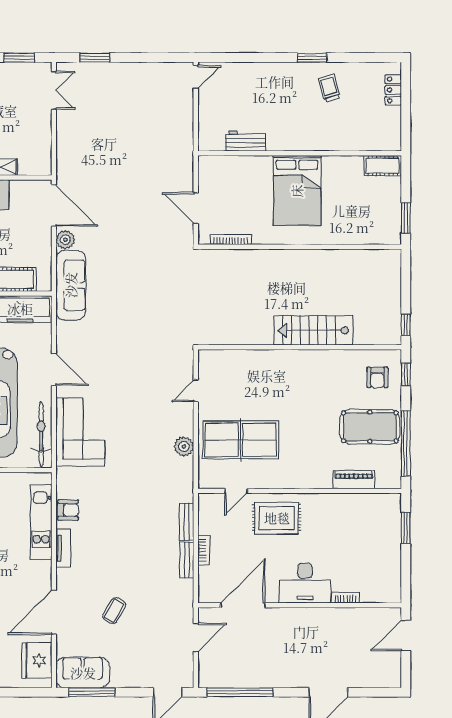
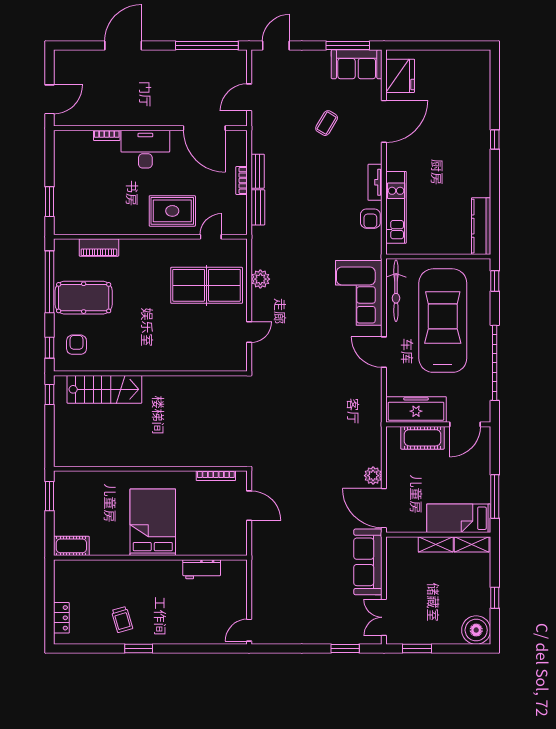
sofa: (71, 285) -> (368, 562), moved
stairs: (313, 330) -> (104, 389), moved
armchair: (68, 510) -> (370, 219), turned -90
door: (243, 605) -> (204, 128), hinge flipped

